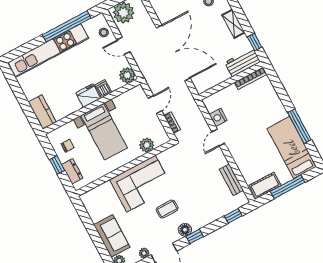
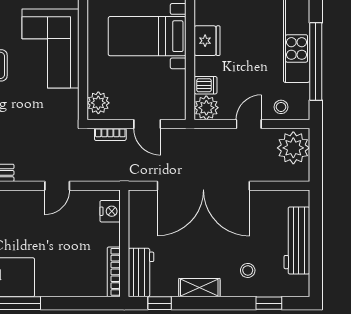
dishwasher: (103, 89) -> (206, 85), moved
nightstand: (218, 117) -> (110, 211), moved, turned 90
door: (218, 138) -> (57, 186), swing flipped
plant: (147, 145) -> (98, 103), moved

